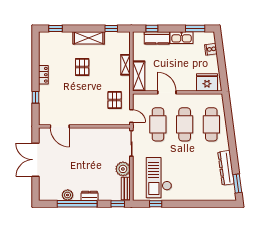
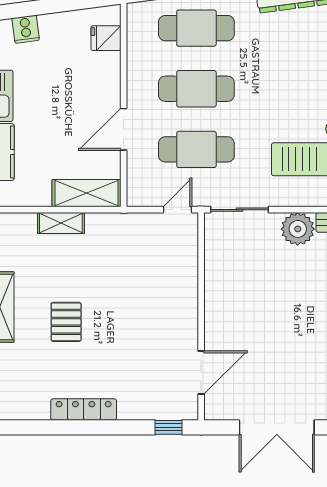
pallet: (82, 67) -> (66, 322), turned 90
locker: (43, 75) -> (84, 410), width x1.53
fridge: (207, 82) -> (106, 38), width x0.53, depth x0.75
window: (36, 97) -> (168, 427), moved
pallet: (115, 100) -> (141, 248), removed

